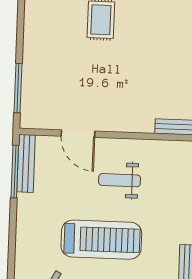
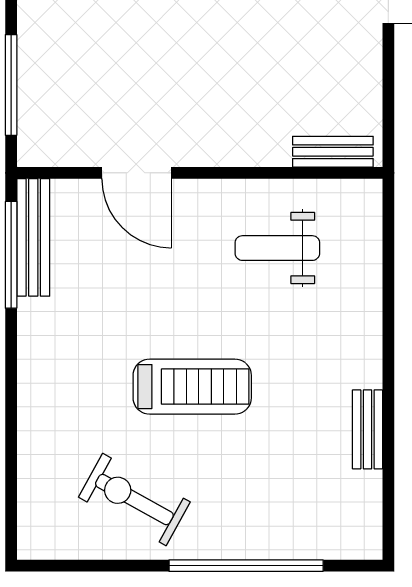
weight bench: (120, 180) -> (277, 248), moved
treadmill: (101, 240) -> (192, 387), width x0.73, depth x0.73

